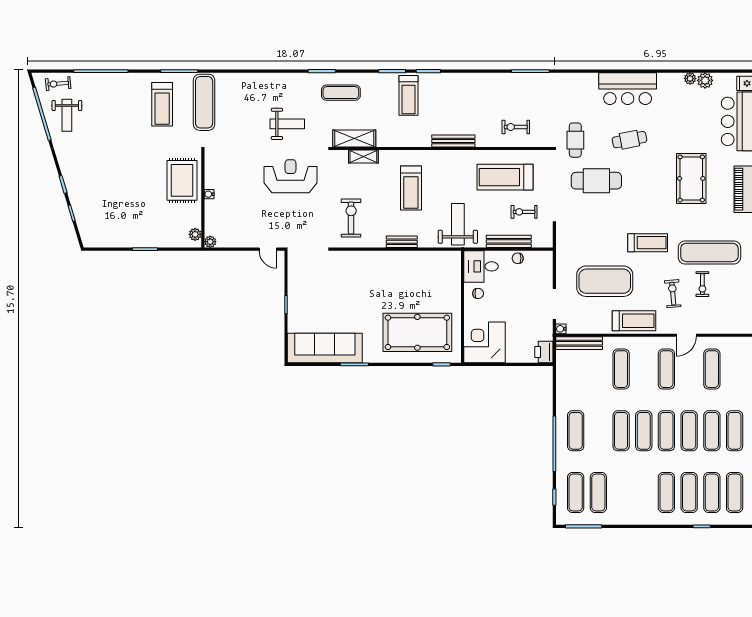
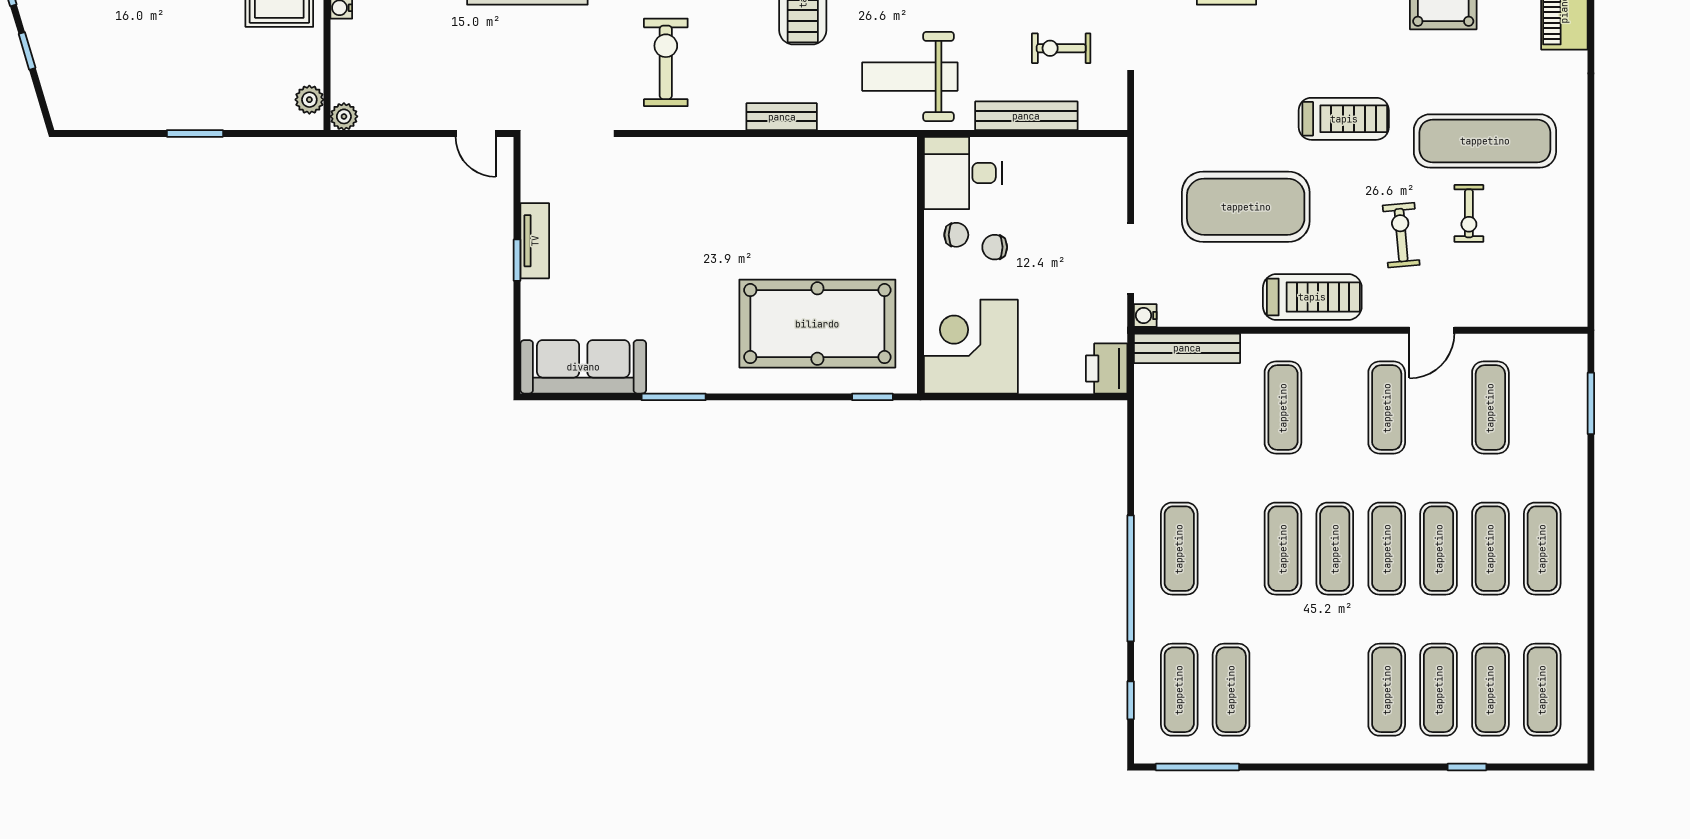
weight bench: (458, 224) -> (910, 77), turned -90
chair: (518, 258) -> (995, 247), moved
tv unit: (294, 296) -> (535, 241), added
sofa: (325, 348) -> (583, 367), width x0.74, depth x0.79

